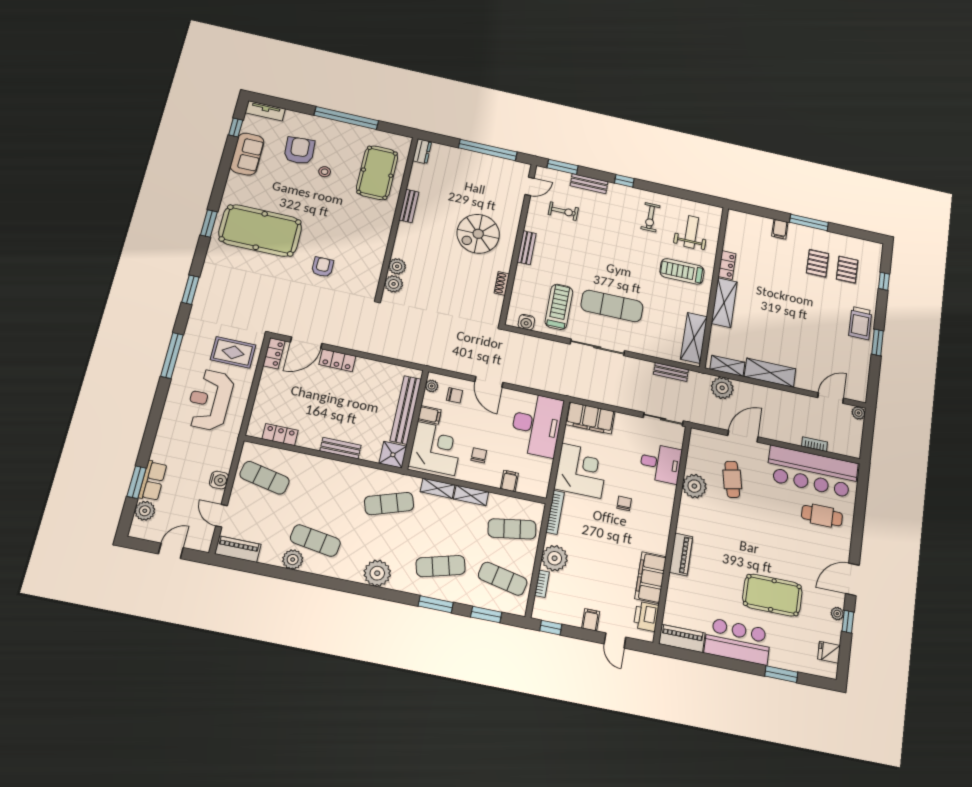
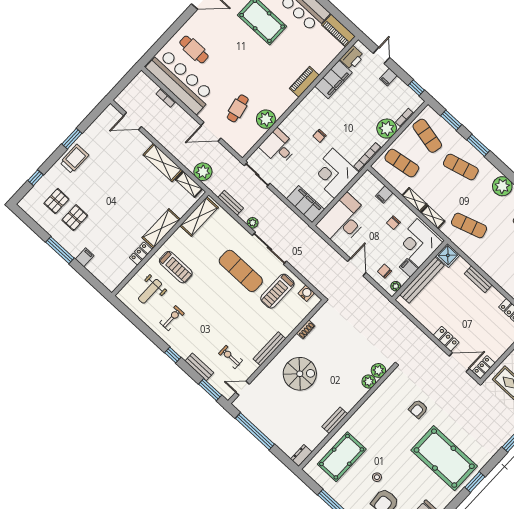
bench: (527, 248) -> (269, 349), width x1.36
plant: (858, 413) -> (253, 223), moved

